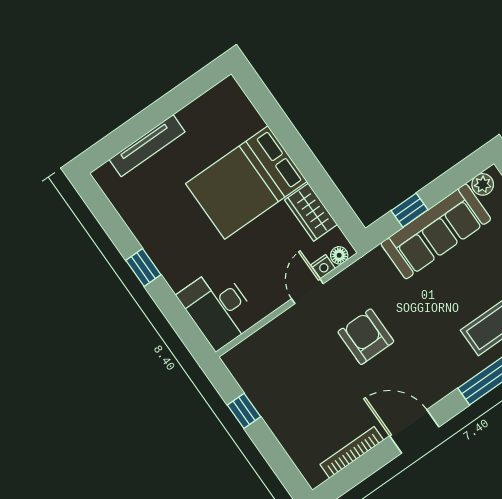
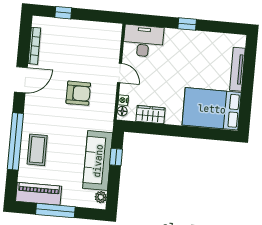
bed: (246, 183) -> (212, 109), moved, turned -90
door: (307, 291) -> (119, 73), moved
window: (244, 411) -> (63, 13), moved

